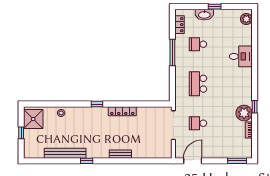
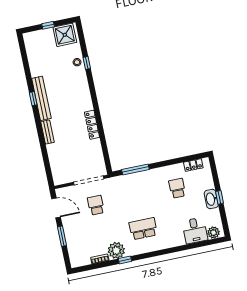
washbasin: (204, 15) -> (211, 199), moved
window: (172, 52) -> (135, 169), moved
desk: (241, 56) -> (195, 231), moved
school desk: (198, 84) -> (143, 229), moved
window: (97, 104) -> (87, 63), moved
bench: (65, 153) -> (41, 98), moved
window: (237, 161) -> (62, 236), moved

